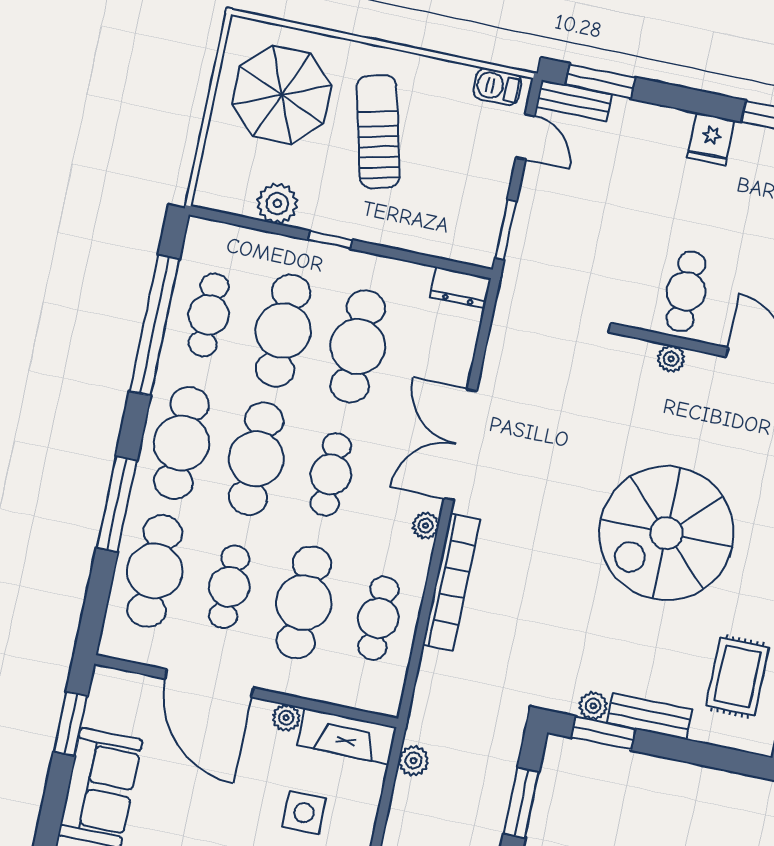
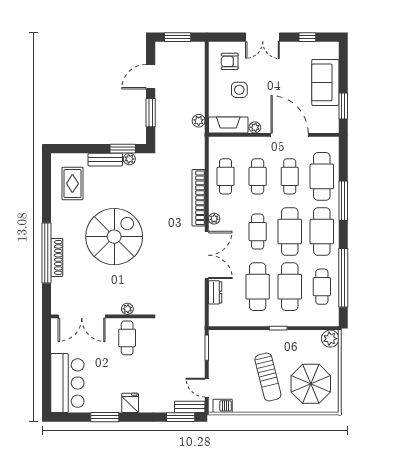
plant: (277, 203) -> (330, 339), moved
dresser: (460, 288) -> (215, 292), moved, turned 90
cafe table: (304, 602) -> (258, 176), width x0.73, depth x0.74

